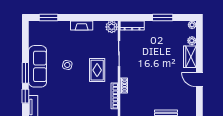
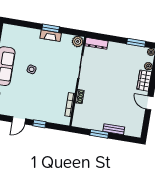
window: (49, 17) -> (51, 28), moved
window: (163, 17) -> (136, 43), moved
rug: (97, 70) -> (58, 78), removed

